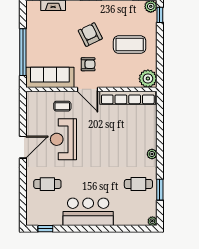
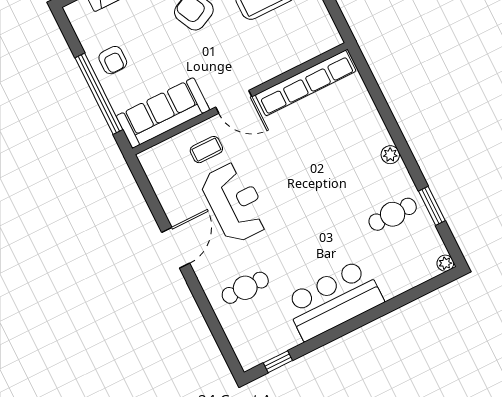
armchair: (88, 64) -> (113, 60), moved, turned 90
plant: (148, 79) -> (323, 36), removed
reception desk: (63, 139) -> (235, 202), turned 180

